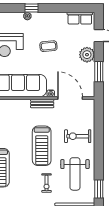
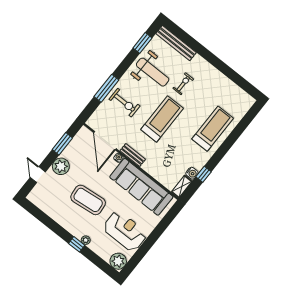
row of seats: (80, 18) -> (42, 203), removed
coffee table: (48, 46) -> (88, 200), width x1.86, depth x1.72
window: (99, 136) -> (106, 88), added
weight bench: (75, 174) -> (153, 72), turned 90

